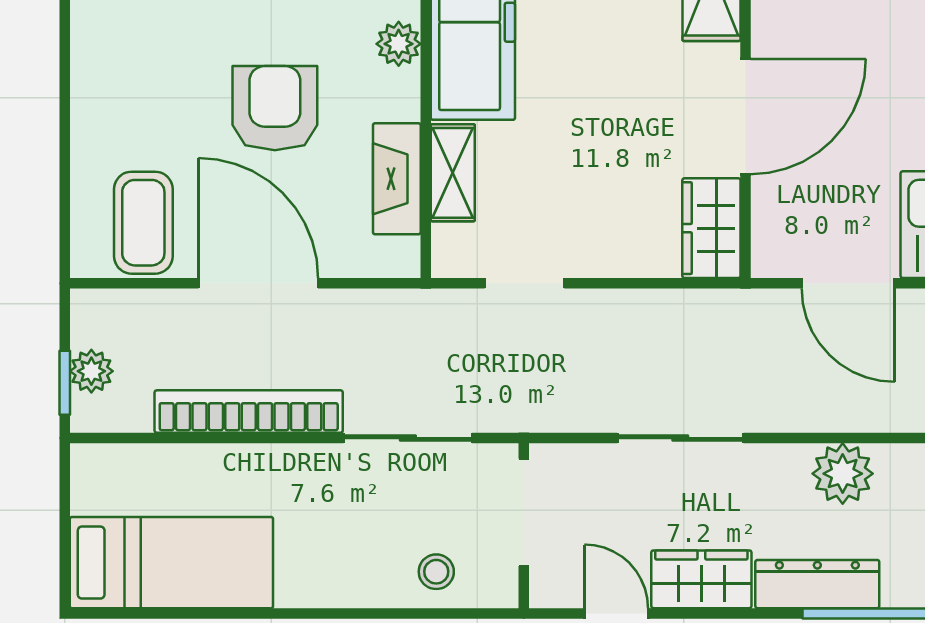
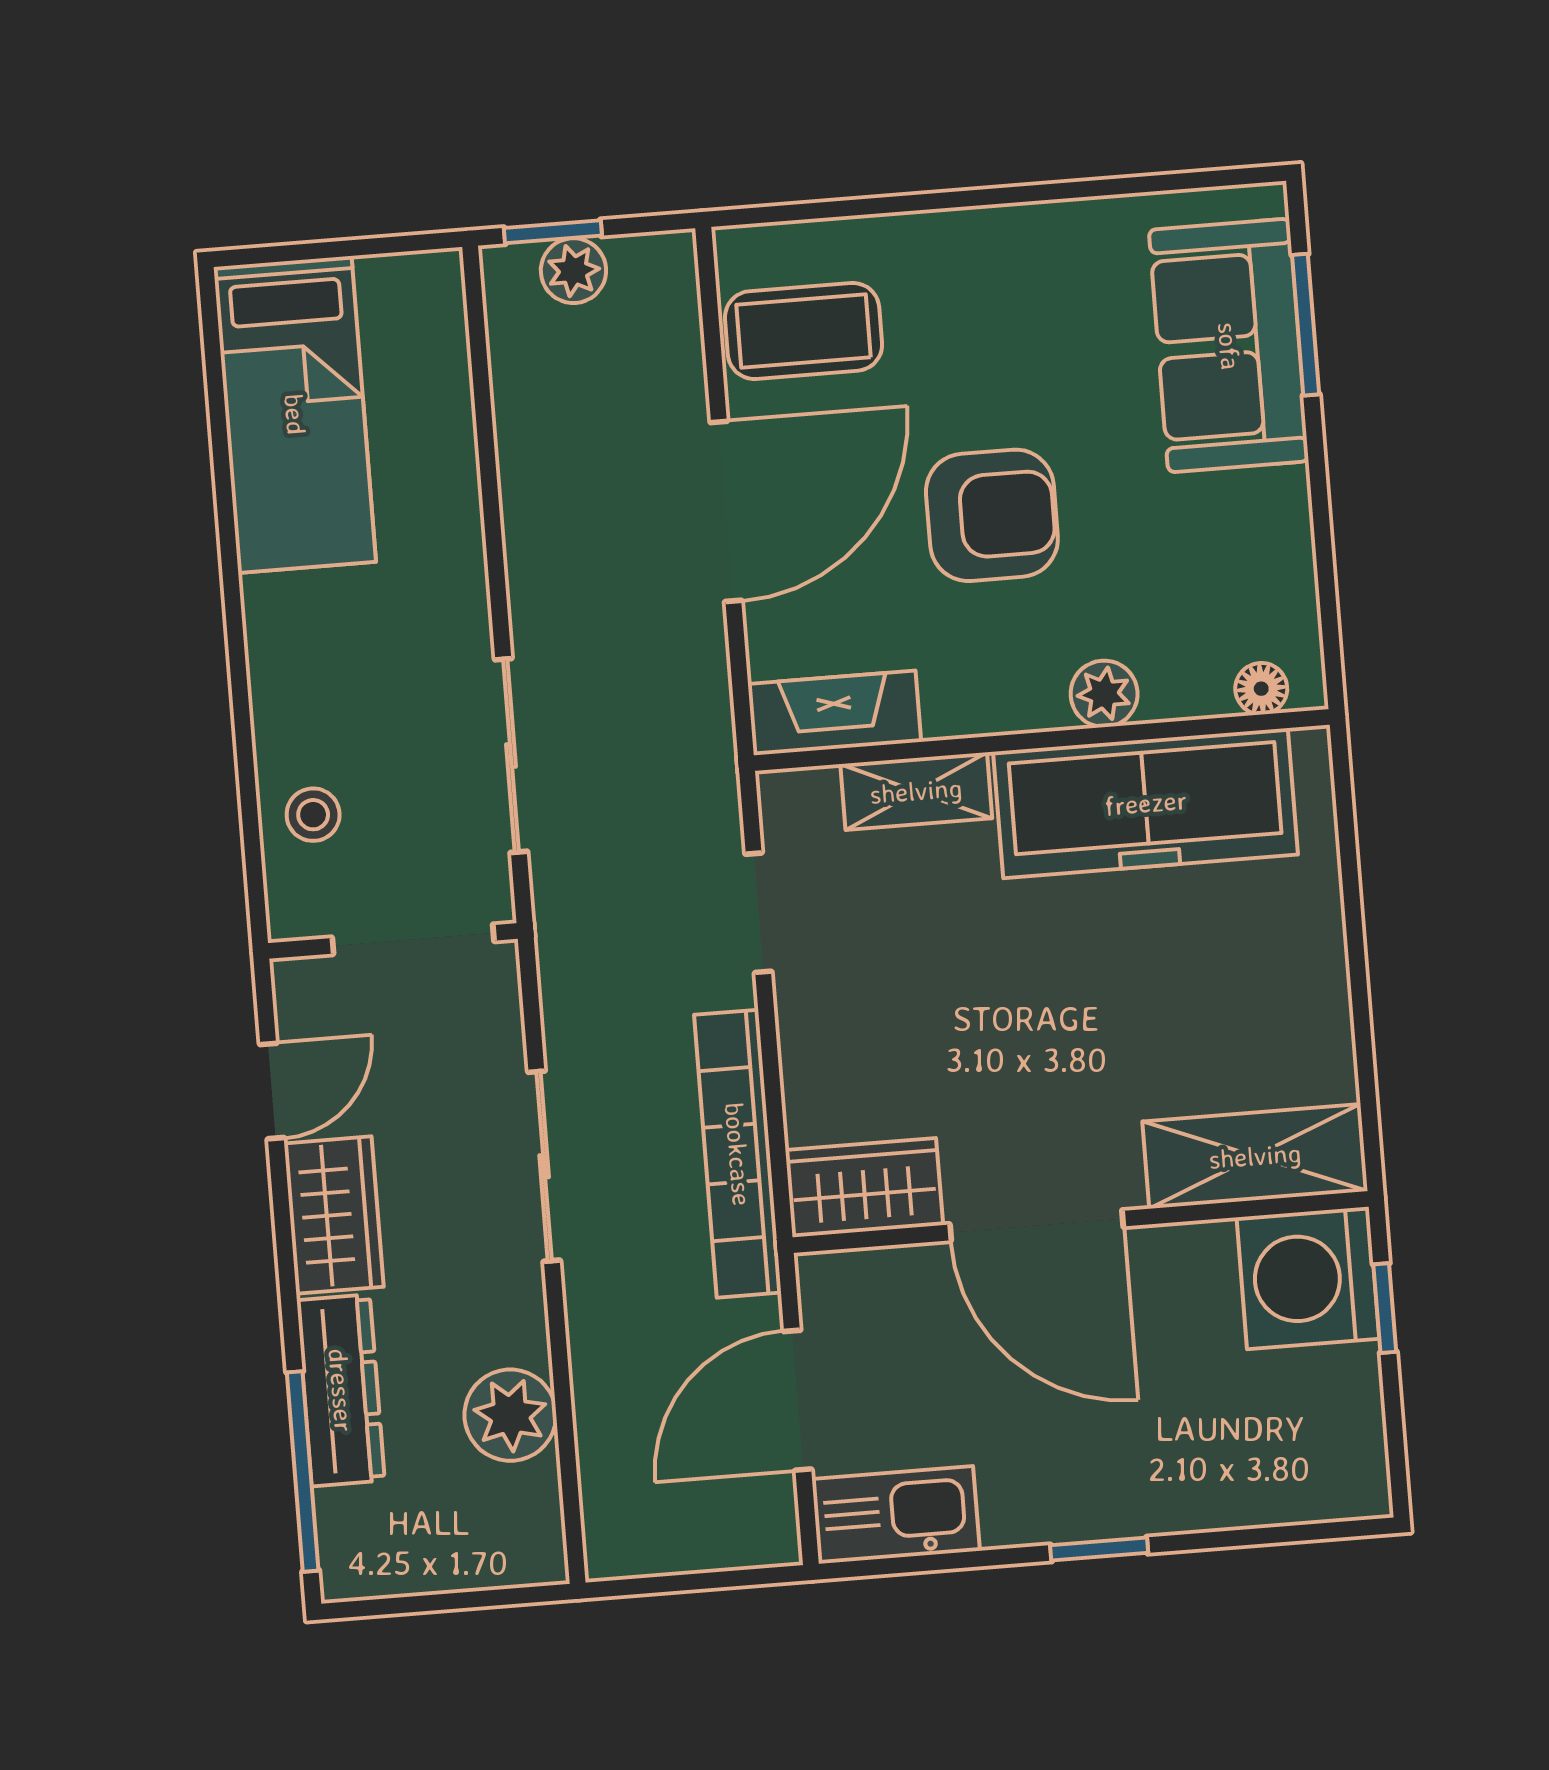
fireplace: (397, 179) -> (835, 713), moved
bookcase: (249, 412) -> (738, 1154), moved, turned 180

